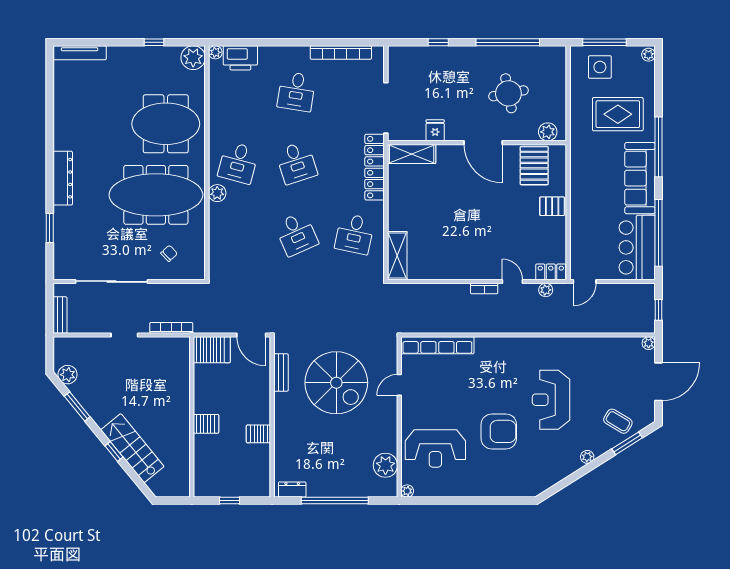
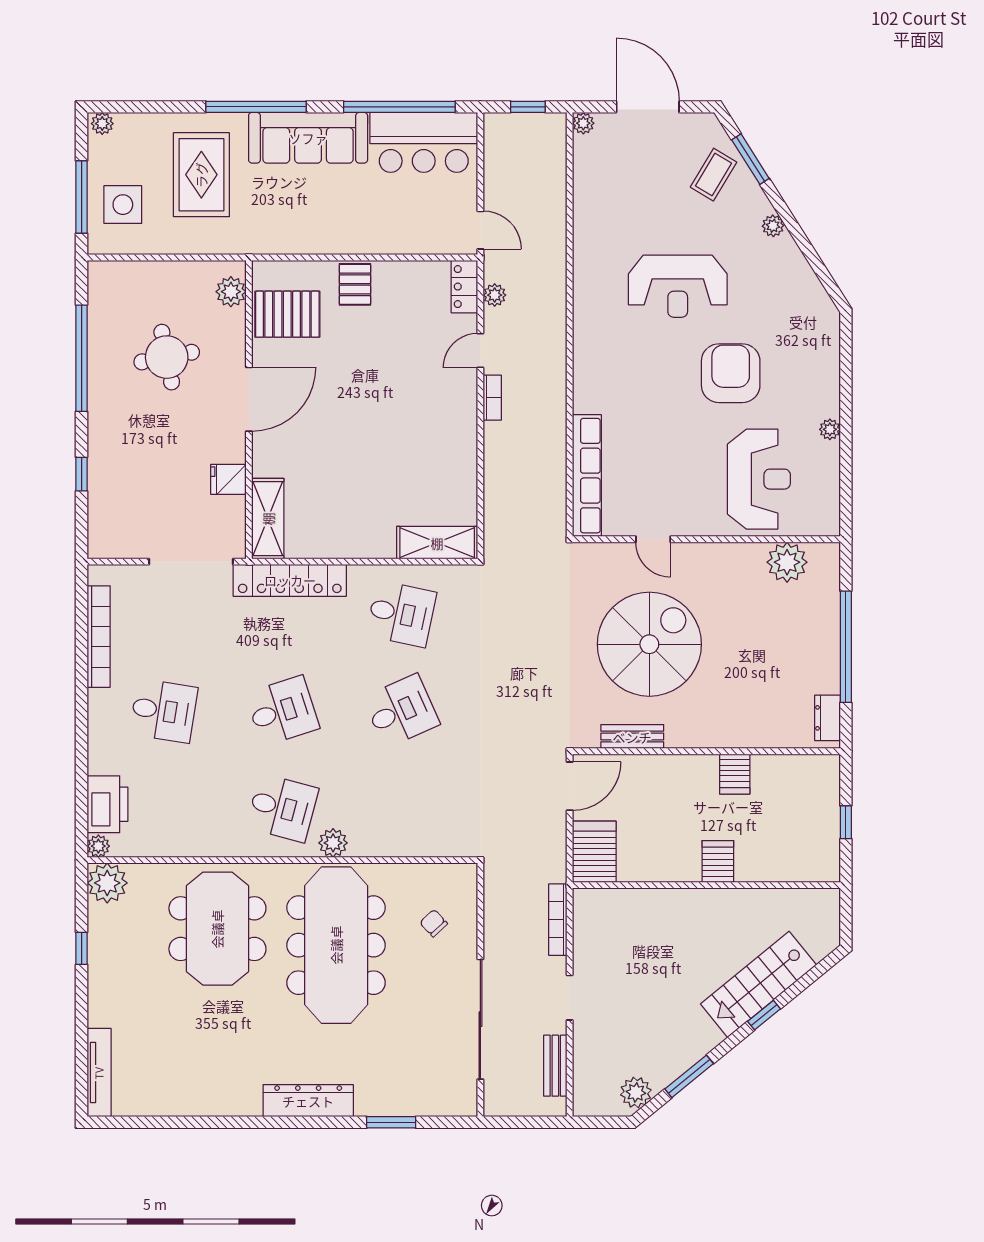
bench: (60, 315) -> (555, 1066), moved, turned 90
plant: (407, 491) -> (830, 429), moved

